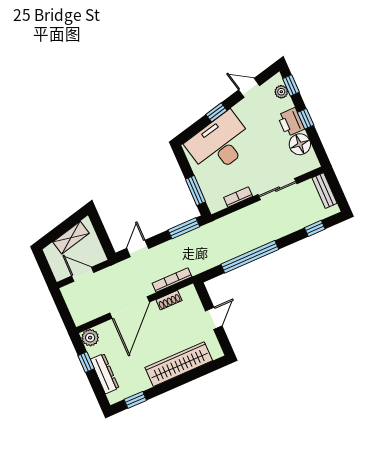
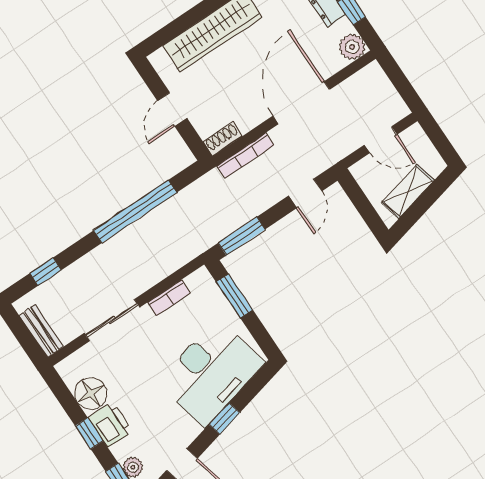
shoe rack: (169, 300) -> (223, 139), moved

